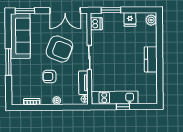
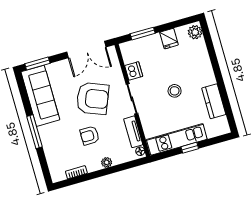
dishwasher: (96, 24) -> (134, 71), moved
kitchen counter: (151, 59) -> (214, 101), moved
stool: (123, 60) -> (175, 91), added

